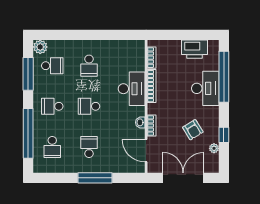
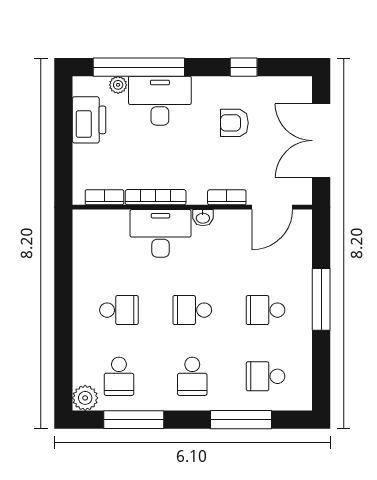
school desk: (52, 66) -> (119, 376), turned 180
school desk: (89, 106) -> (192, 310), turned 90
washbasin: (140, 122) -> (203, 218), moved
armchair: (193, 130) -> (234, 123), turned -148
window: (28, 133) -> (241, 420), width x0.68
school desk: (52, 147) -> (266, 376), turned 180
plant: (214, 148) -> (118, 85), moved

